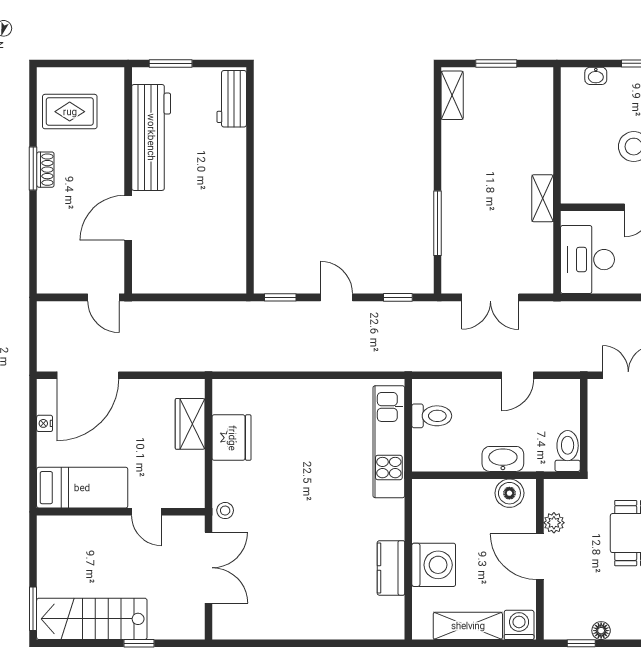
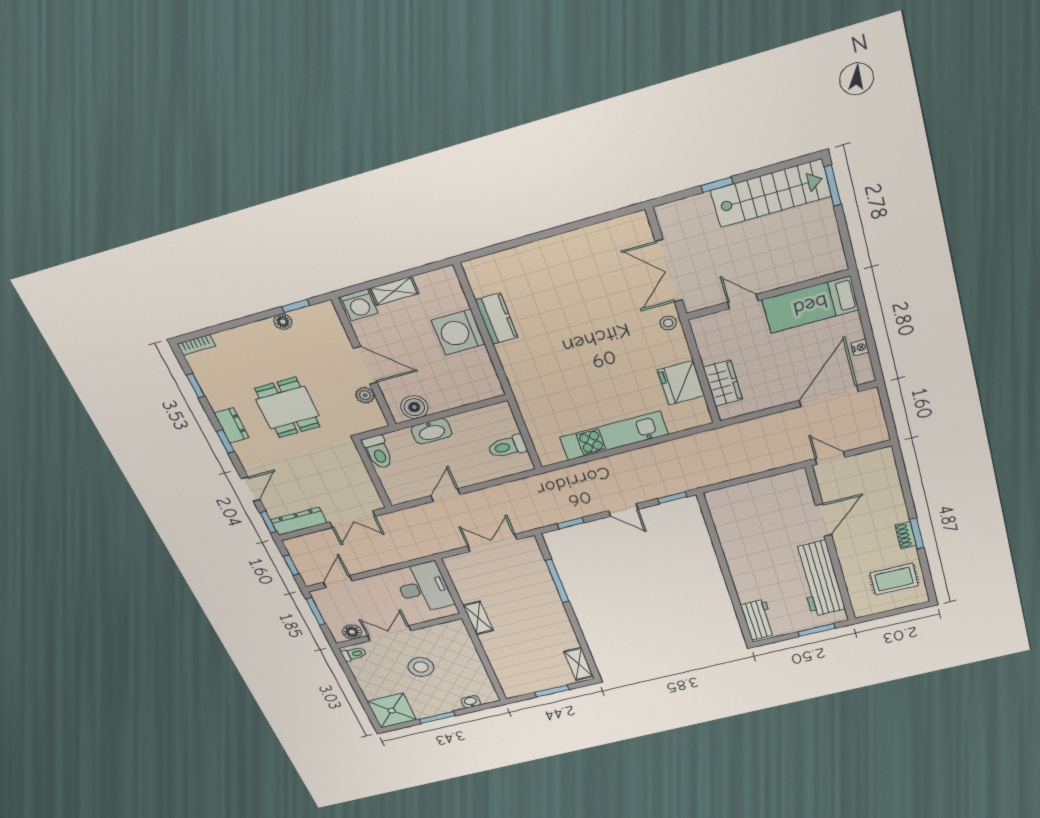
kitchen unit: (389, 442) -> (614, 436), moved, turned -90
shelving: (468, 626) -> (394, 291), width x0.67, depth x0.75

